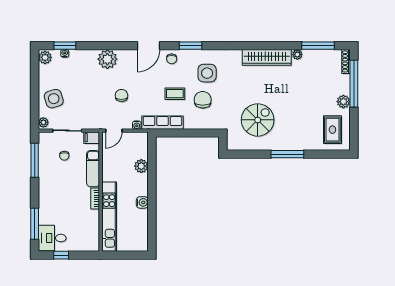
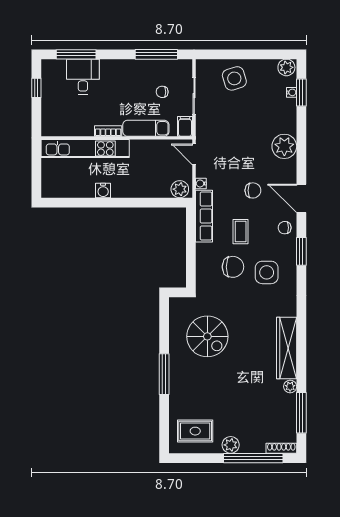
chair: (121, 95) -> (253, 190), moved
plant: (43, 122) -> (204, 65), removed
plant: (141, 166) -> (180, 189), moved
desk: (52, 238) -> (83, 77), moved

